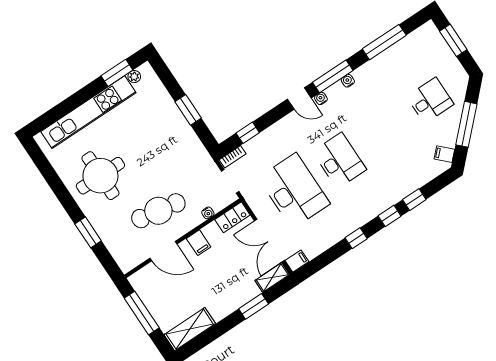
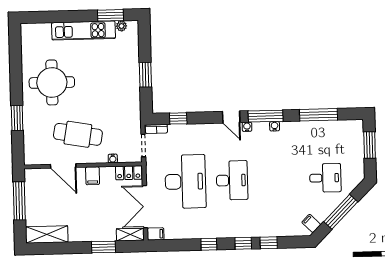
kitchen unit: (88, 112) -> (83, 31), width x0.73

